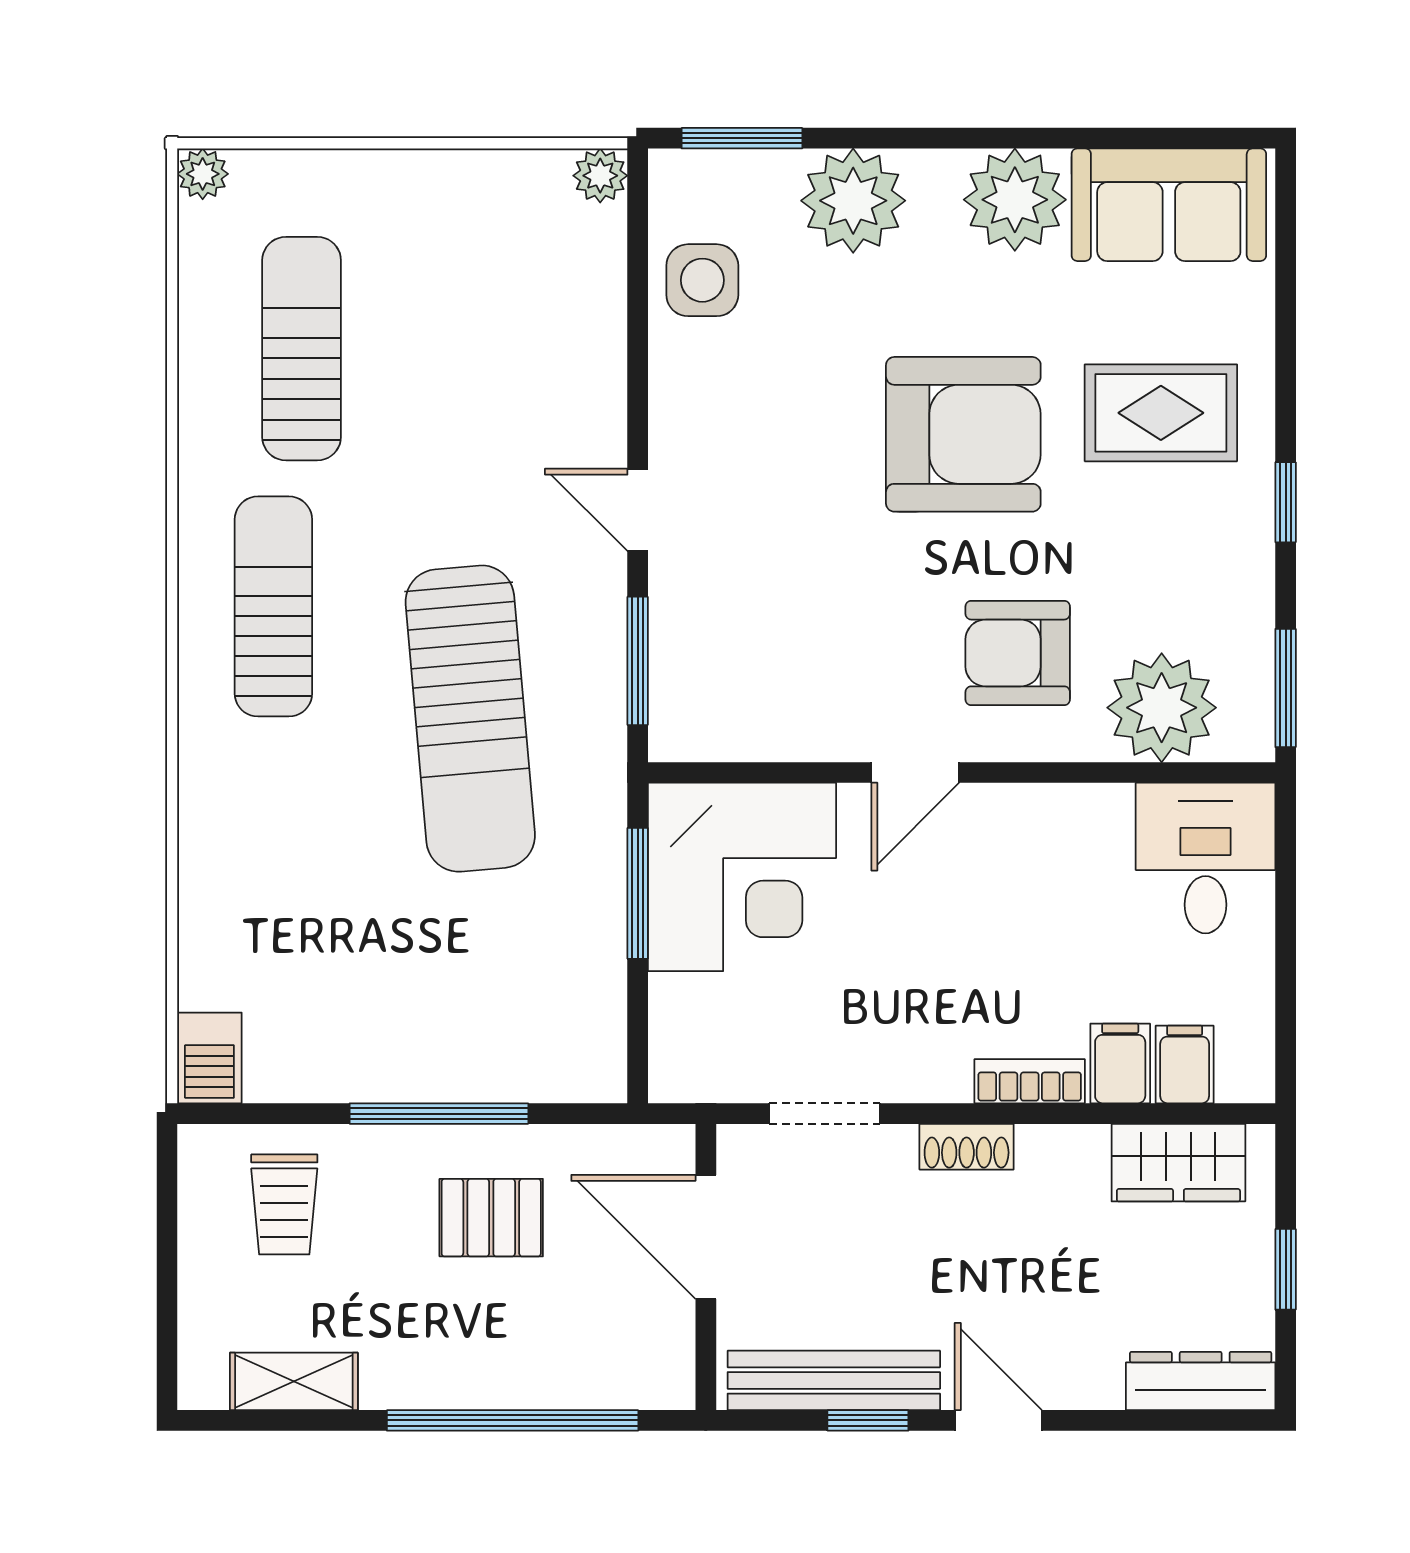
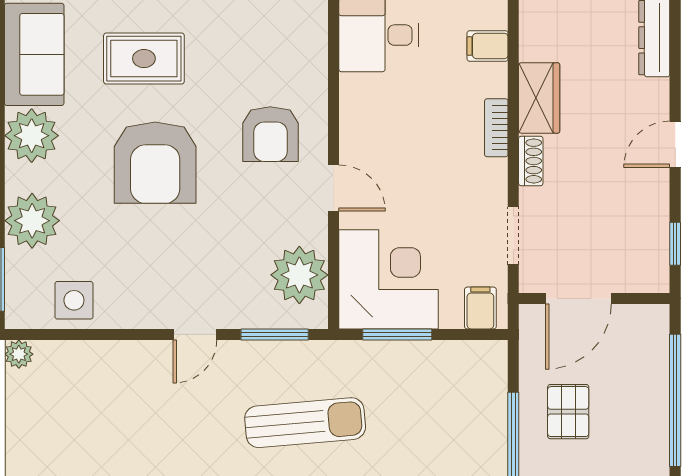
rug: (1161, 413) -> (144, 59), turned 90
armchair: (963, 434) -> (155, 163), turned 180
plant: (1162, 708) -> (299, 275), moved
sun lounger: (470, 719) -> (305, 423), width x0.73, depth x0.75
filing cabinet: (1120, 1063) -> (480, 308), moved, turned 90
wardrobe: (1178, 1163) -> (539, 98), moved
bench: (834, 1380) -> (654, 231), removed
window: (868, 1420) -> (675, 244), moved

